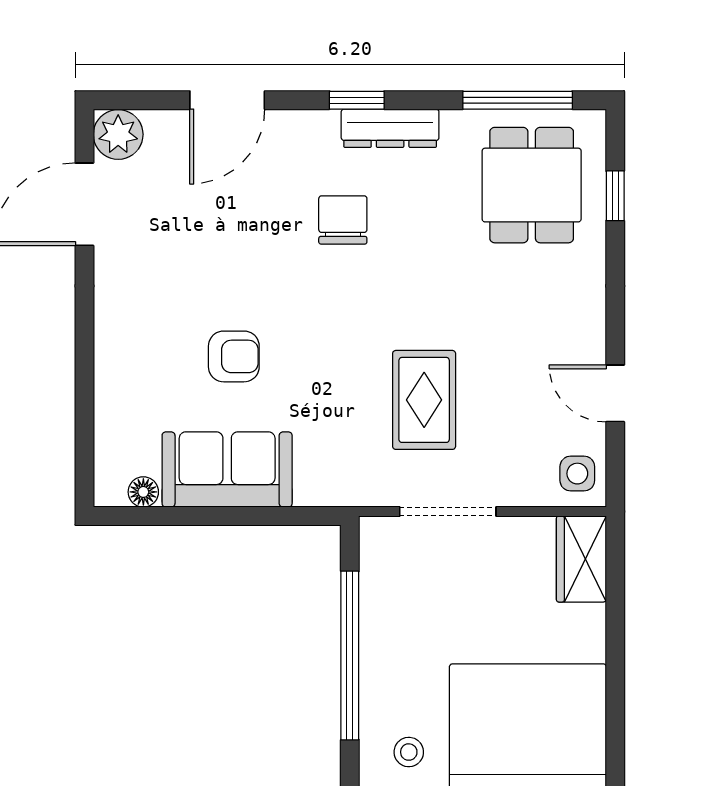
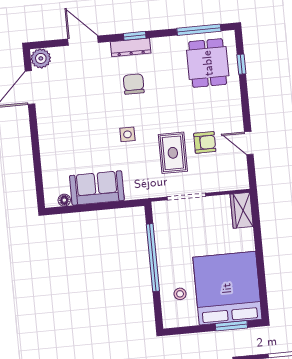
door: (227, 100) -> (83, 41), swing flipped
dresser: (390, 128) -> (131, 47), moved
armchair: (234, 356) -> (205, 142), moved
side table: (577, 474) -> (127, 134), moved

